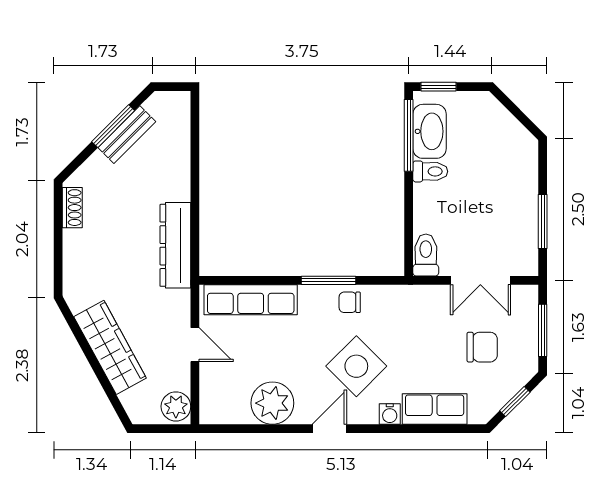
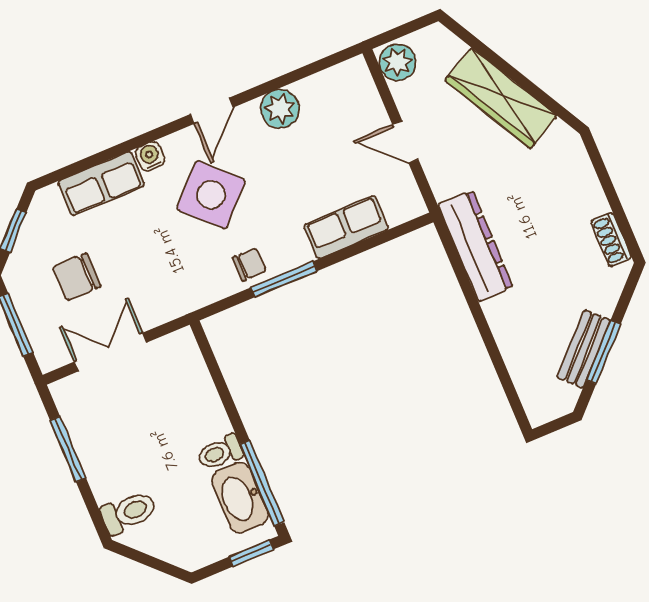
toilet: (426, 255) -> (129, 512), moved, turned -90
row of seats: (251, 300) -> (346, 227), width x0.68
plant: (272, 403) -> (280, 109), width x0.73, depth x0.73

